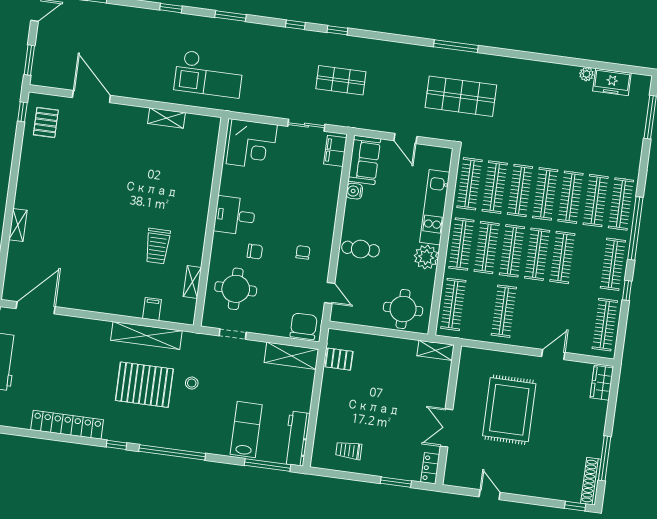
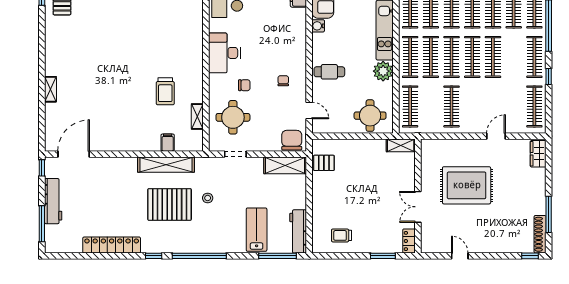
desk: (235, 216) -> (224, 53), width x1.37
rug: (509, 410) -> (467, 185), turned 90

